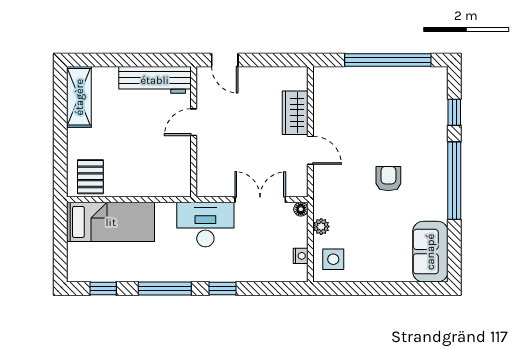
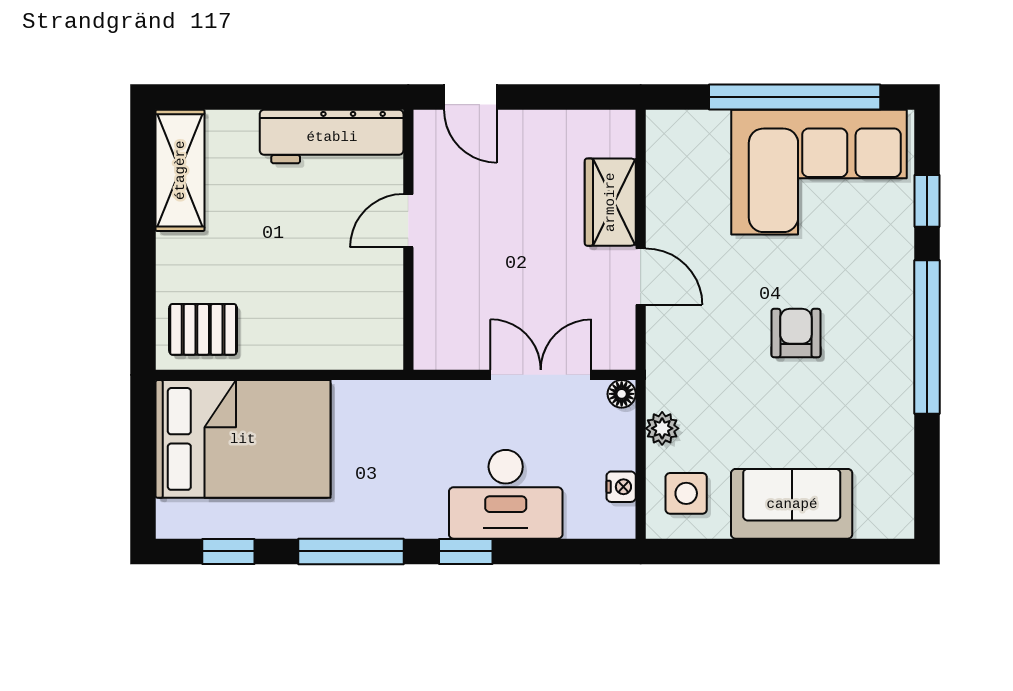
corner sofa: (400, 98) -> (819, 172), added
pallet: (90, 177) -> (203, 329), turned 90
bed: (111, 222) -> (243, 439), width x1.50
desk: (205, 225) -> (506, 494), moved, turned 180
sofa: (430, 252) -> (792, 504), moved, turned 90

